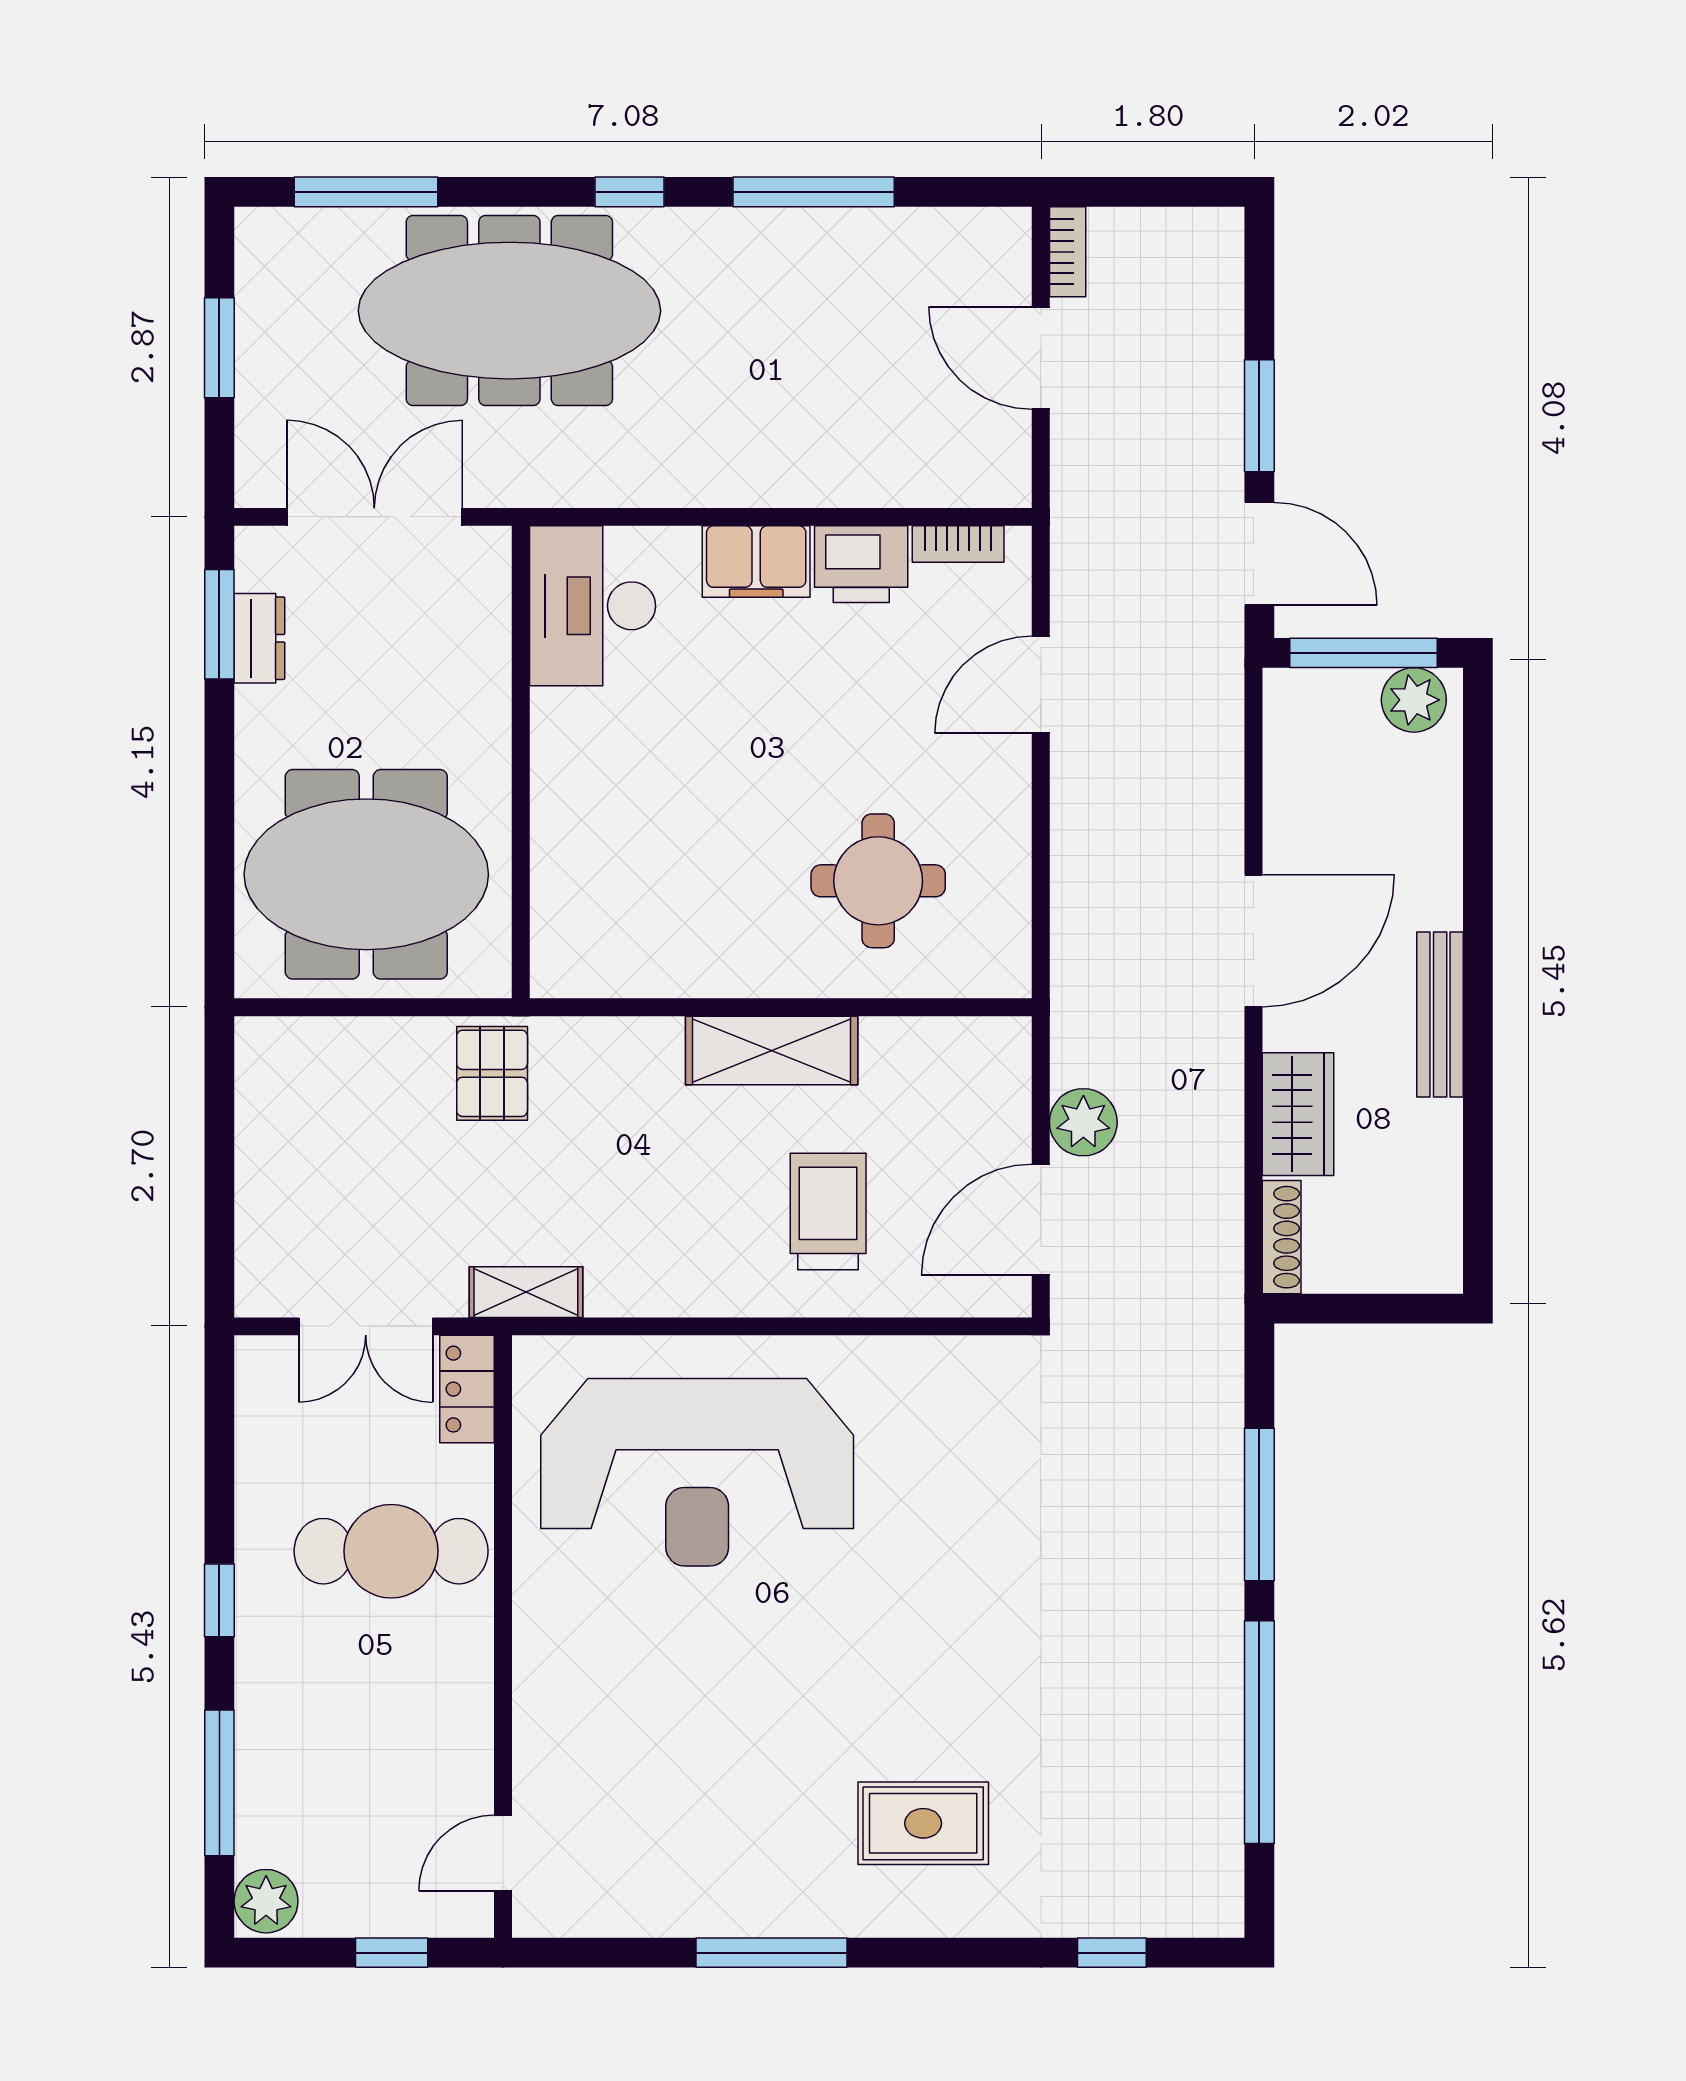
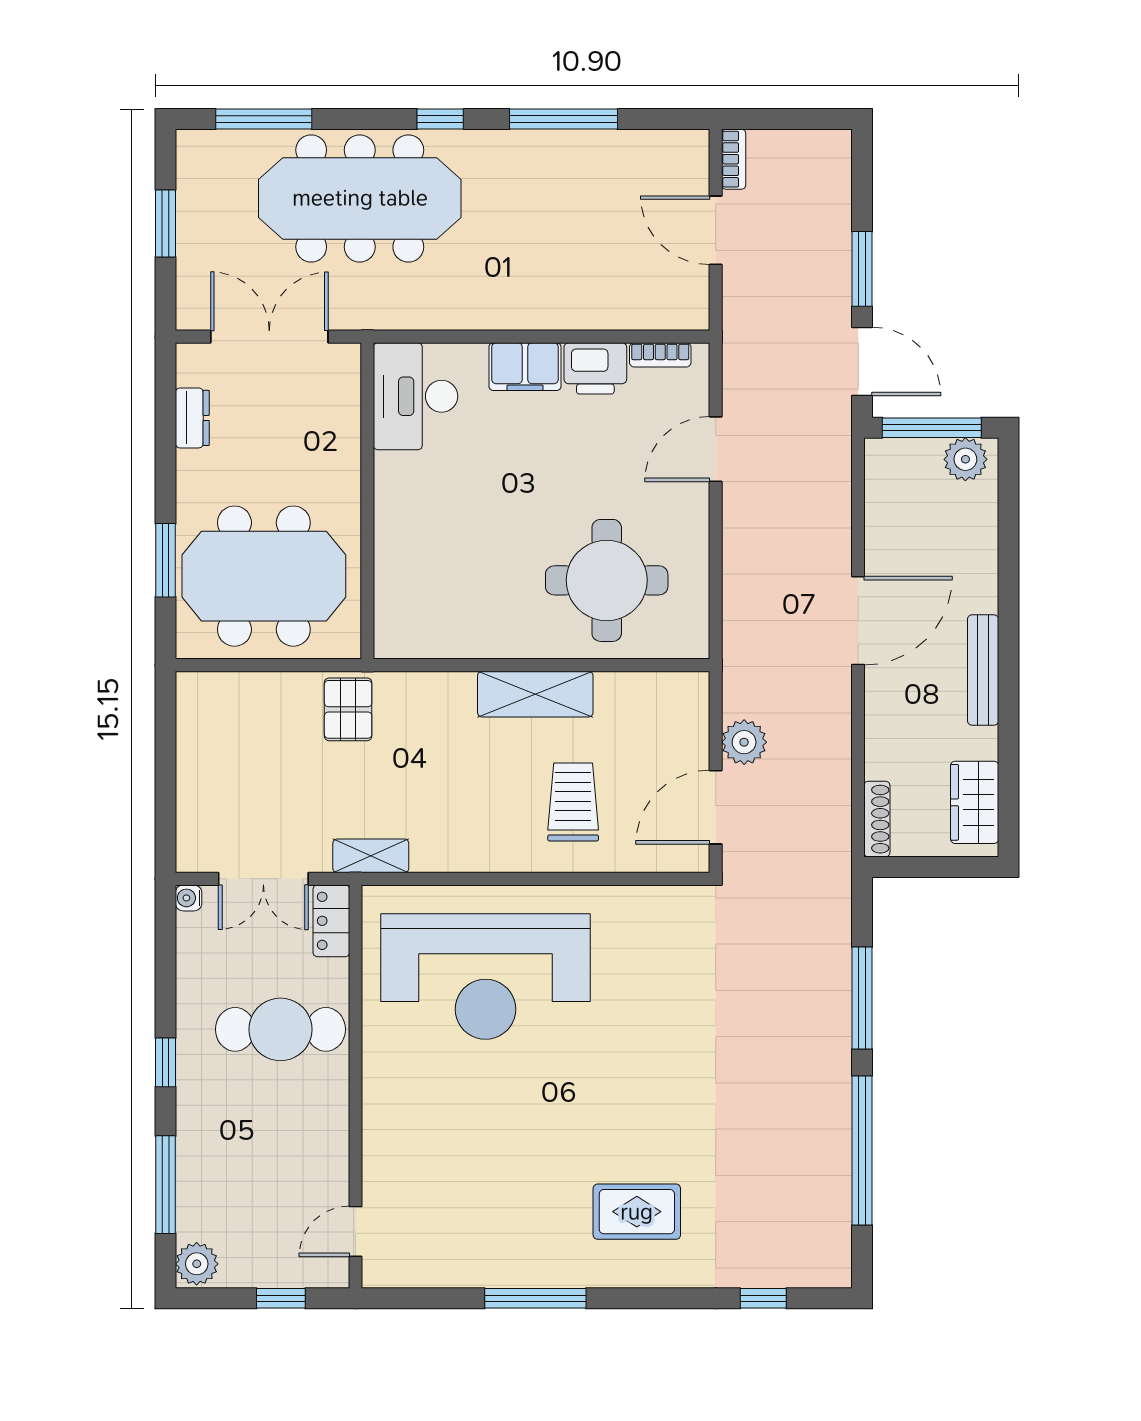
window: (219, 624) -> (166, 560), moved
round table: (878, 881) -> (607, 580), width x1.36, depth x1.36
wardrobe: (1298, 1114) -> (975, 802), moved, turned 180
water cooler: (254, 1355) -> (189, 898), added

